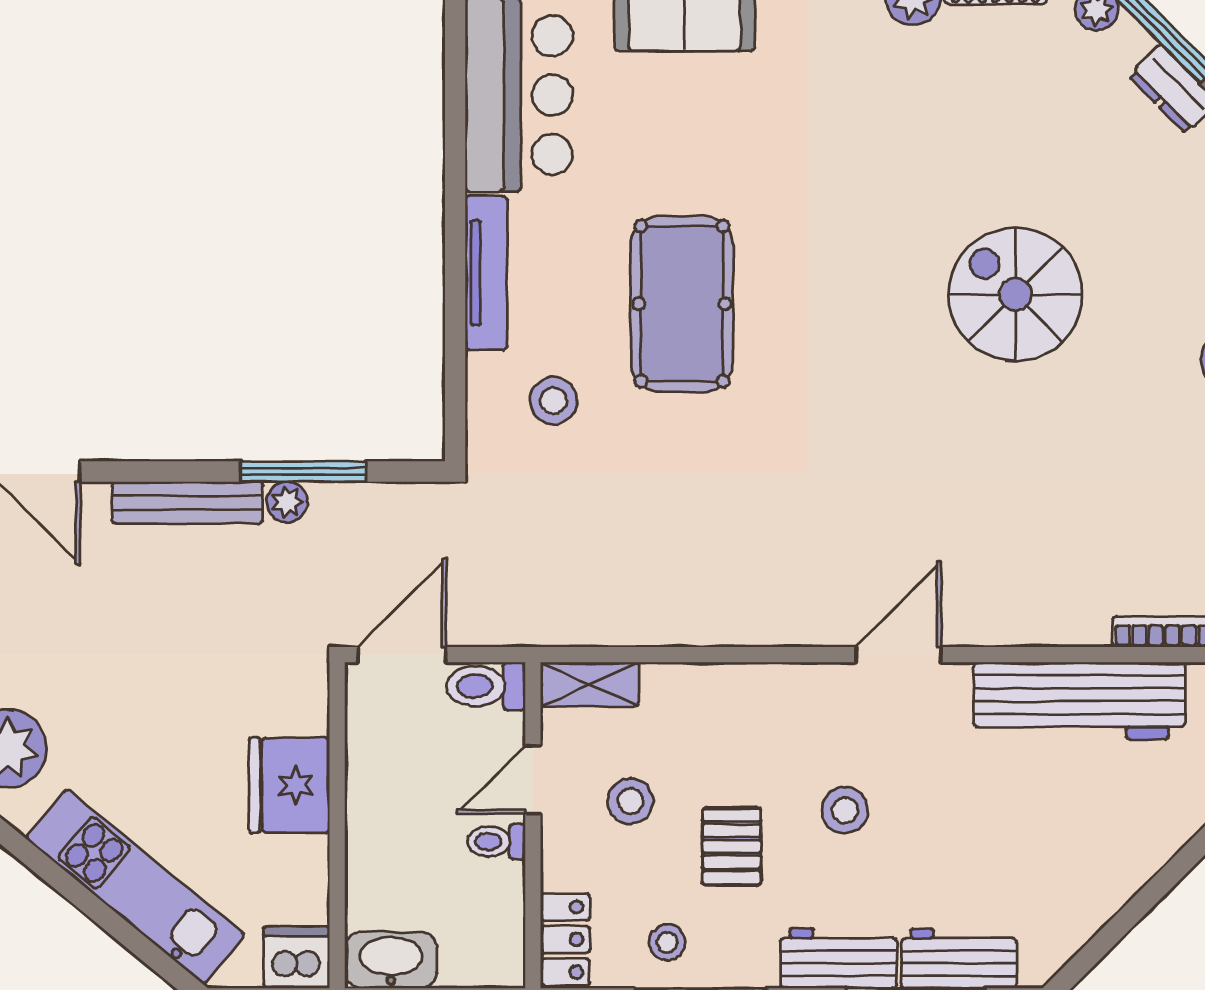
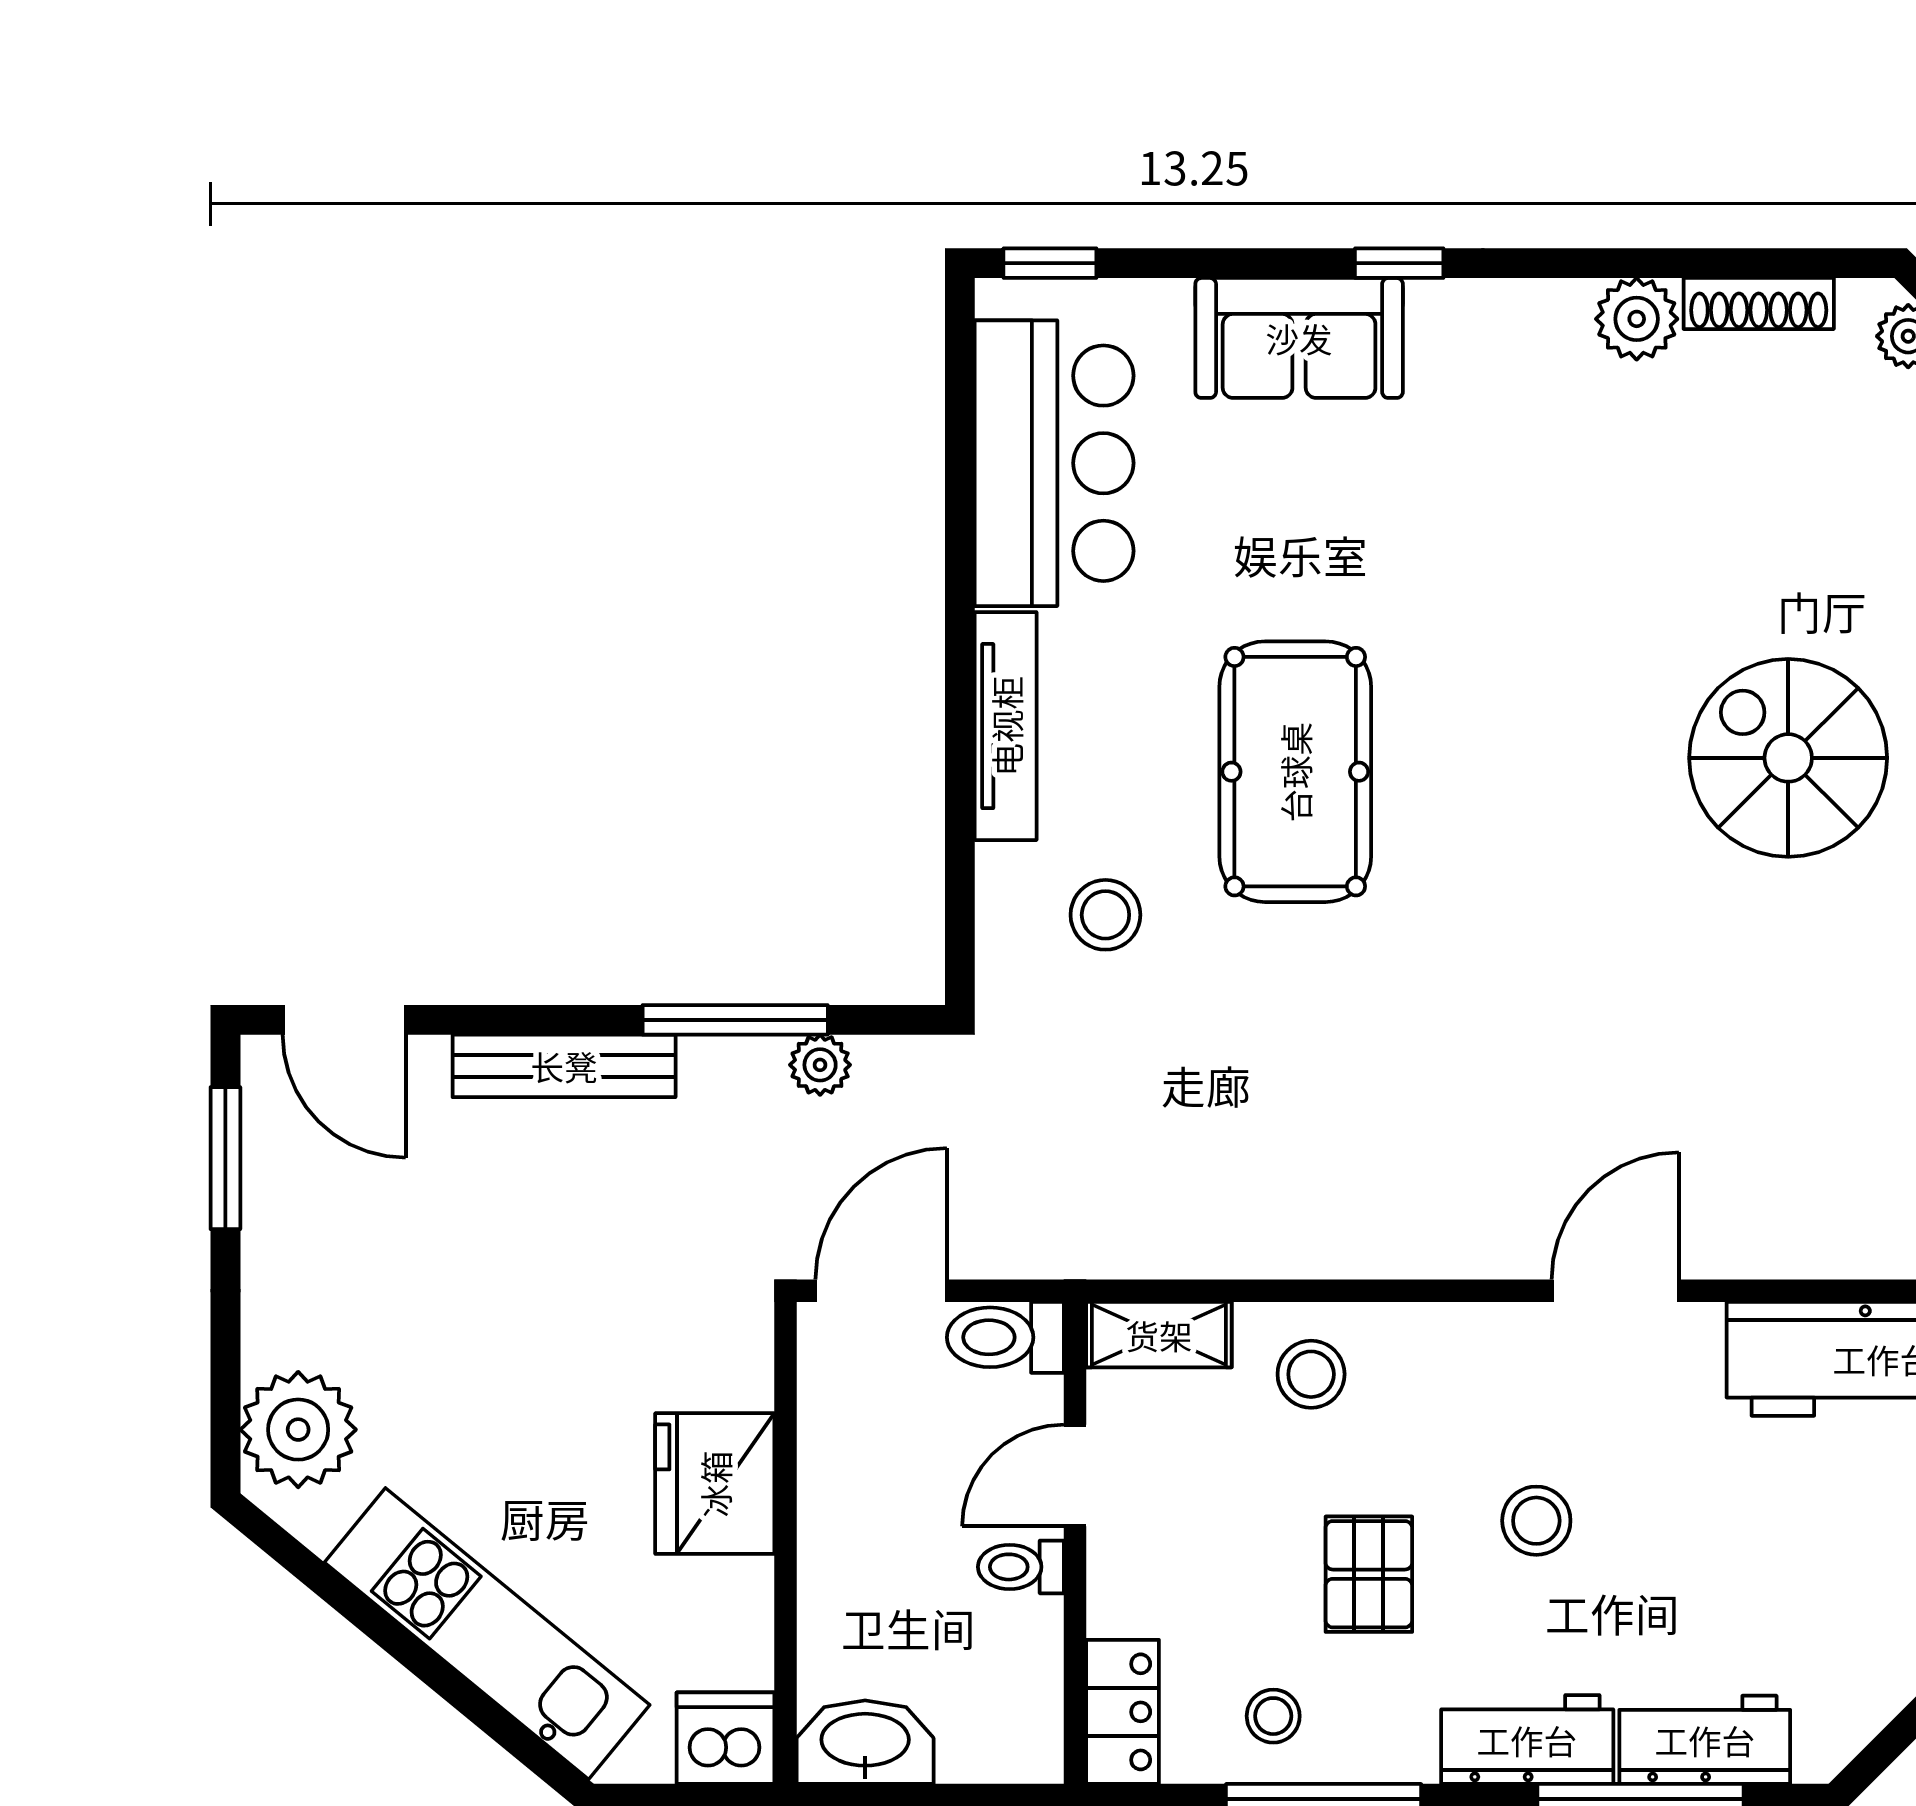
plant: (287, 502) -> (820, 1065), moved
stool: (630, 801) -> (1311, 1374), moved

